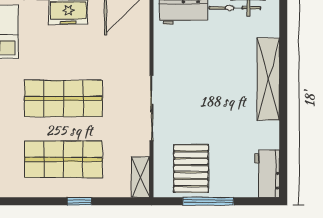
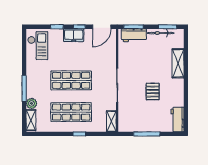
shelving: (268, 79) -> (178, 63), width x0.68
pallet: (191, 169) -> (153, 92), moved, width x0.67, depth x0.71

